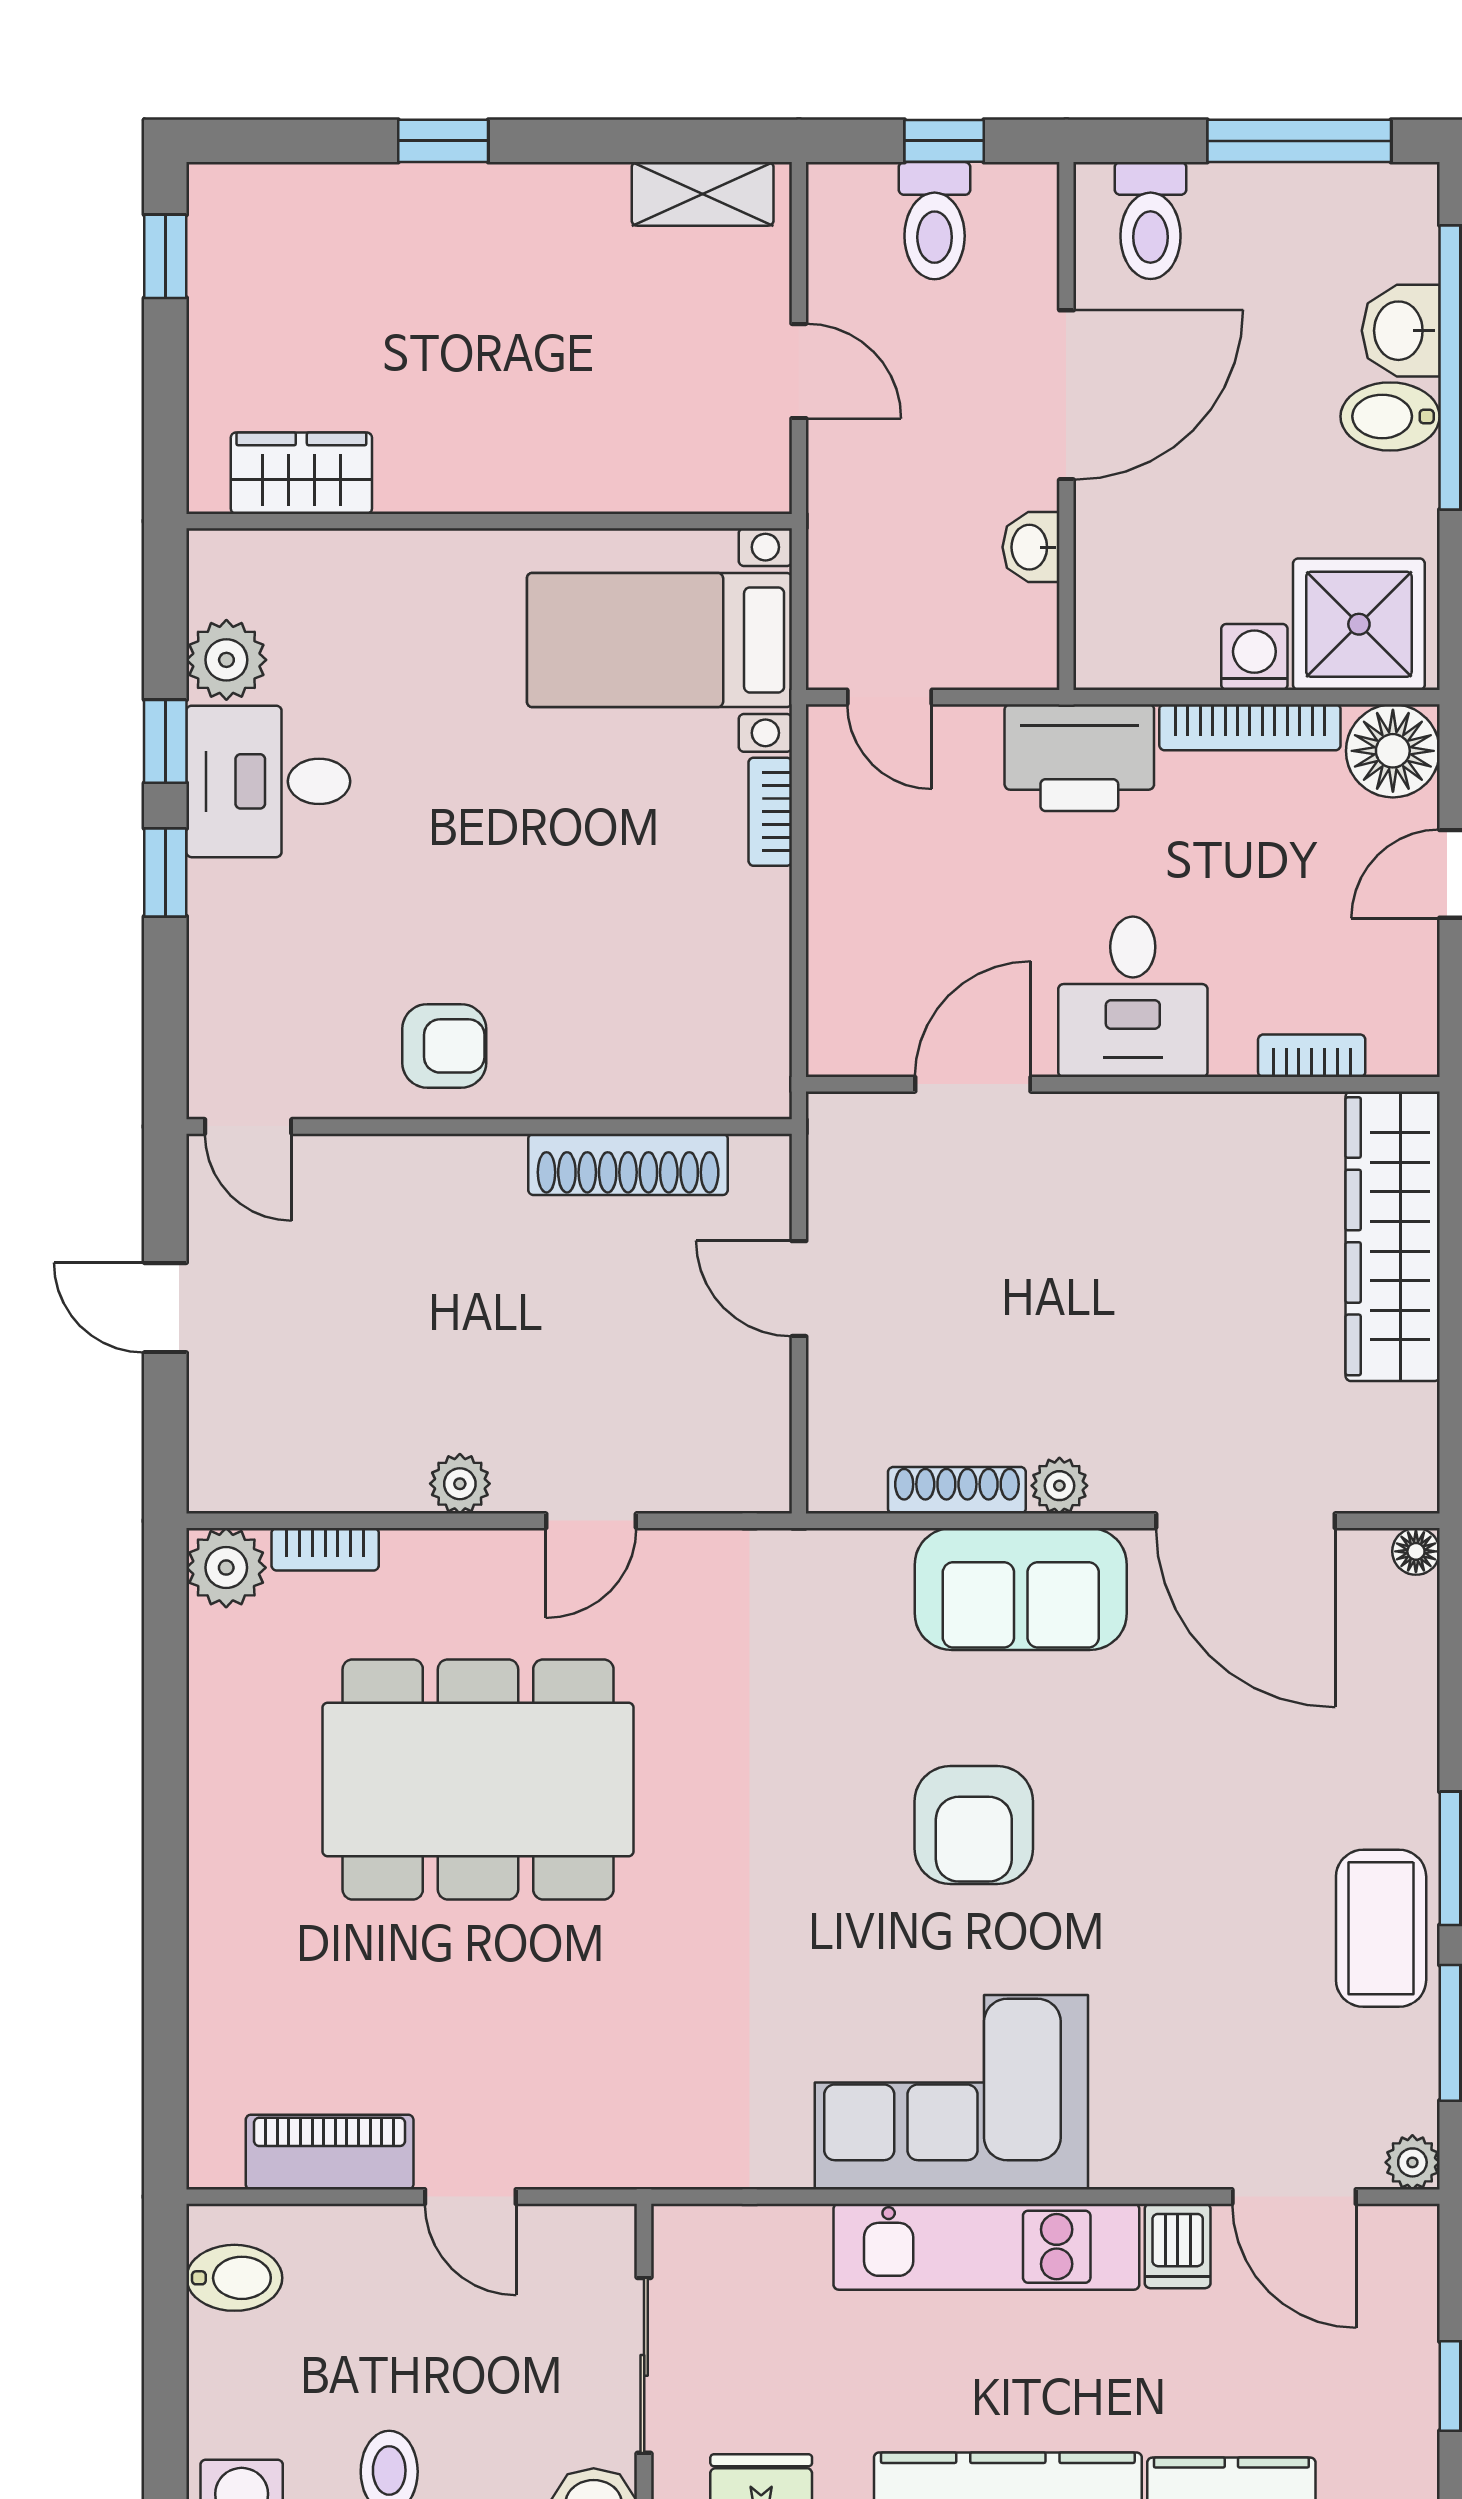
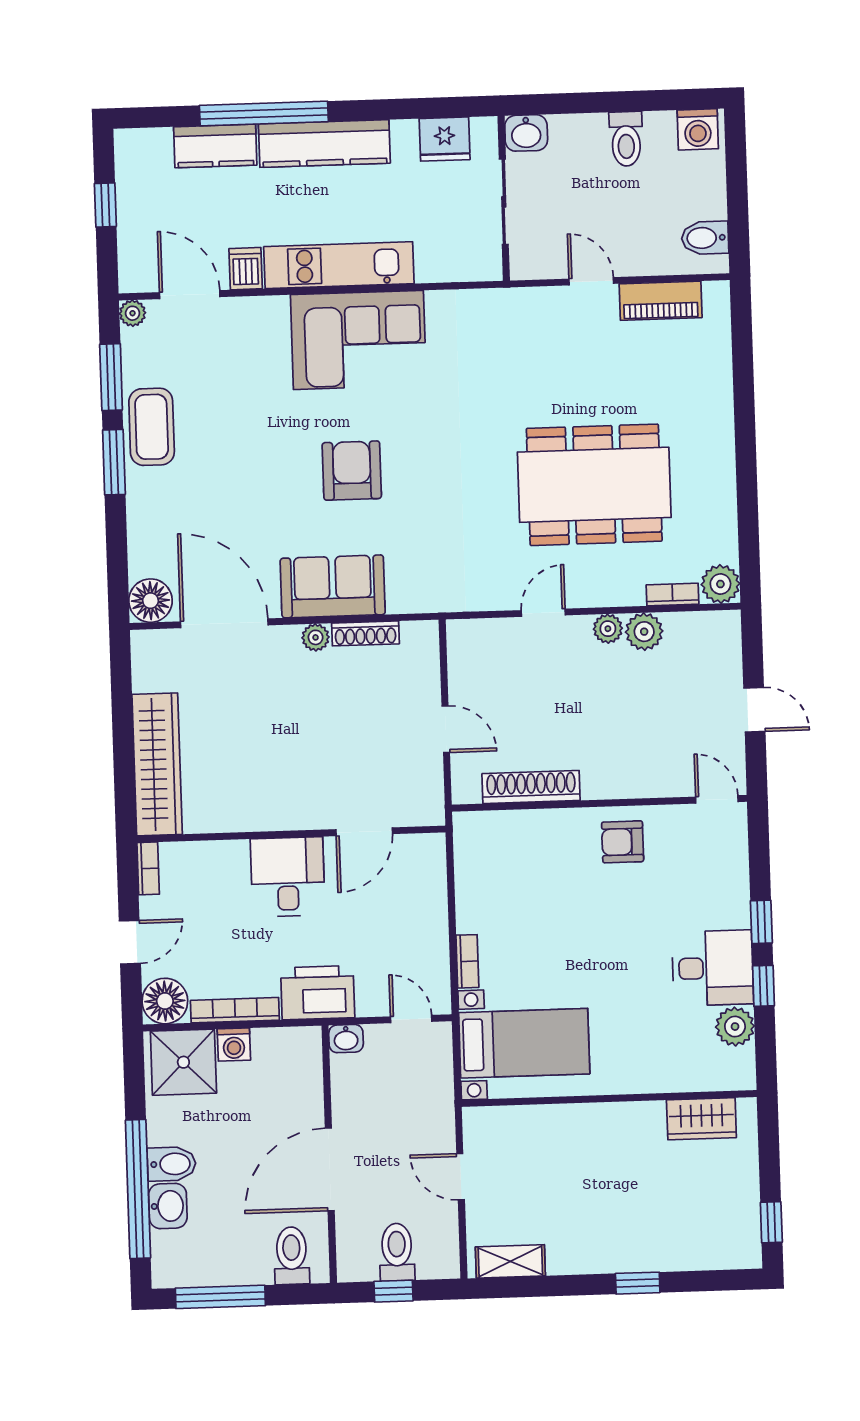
washbasin: (1031, 547) -> (346, 1039), moved, turned 90
bookcase: (1312, 1056) -> (148, 868), moved, turned -90
plant: (386, 1475) -> (644, 632), added
floor lamp: (1416, 1551) -> (150, 601), width x1.89, depth x1.89

